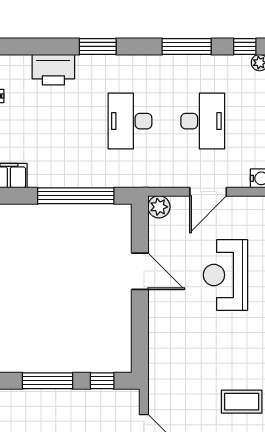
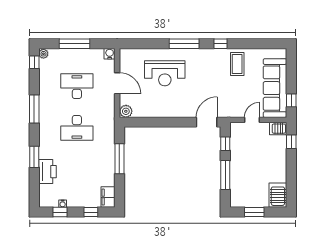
window: (98, 46) -> (34, 157), moved
window: (187, 46) -> (34, 109), moved
window: (76, 196) -> (119, 159), width x0.68
door: (140, 271) -> (207, 122), moved

